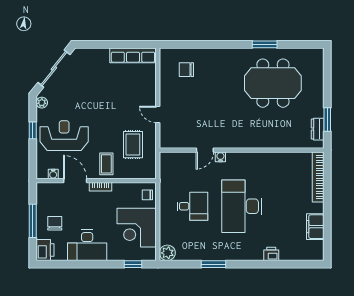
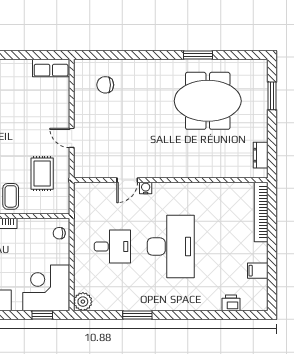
row of seats: (133, 55) -> (51, 68), width x0.68
window: (327, 119) -> (272, 96), moved
desk: (242, 206) -> (171, 247), turned 180
filing cabinet: (315, 227) -> (258, 271), width x0.50
corner desk: (137, 228) -> (46, 288), moved, turned 90
printer: (271, 254) -> (231, 303), moved

